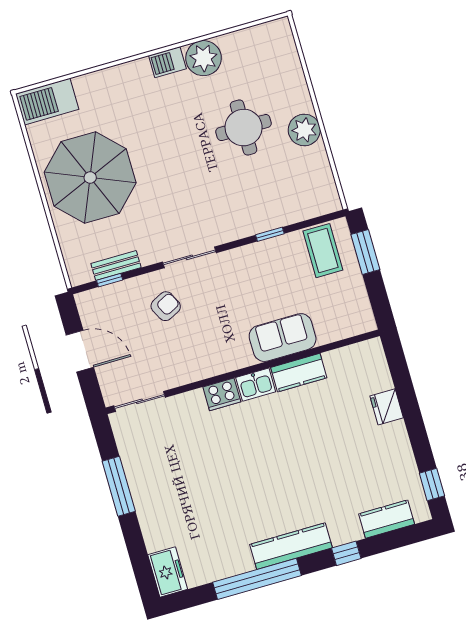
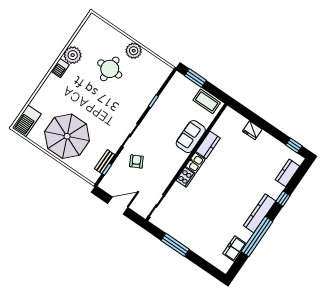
coffee table: (323, 251) -> (207, 101), moved
freezer: (168, 572) -> (235, 249), moved, turned -90

